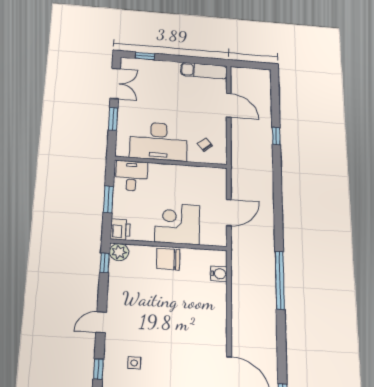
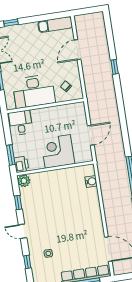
door: (229, 105) -> (77, 50), swing flipped
window: (108, 199) -> (11, 155), moved
chair: (168, 259) -> (56, 179), removed
window: (105, 263) -> (18, 203), moved
door: (101, 322) -> (23, 231), hinge flipped

